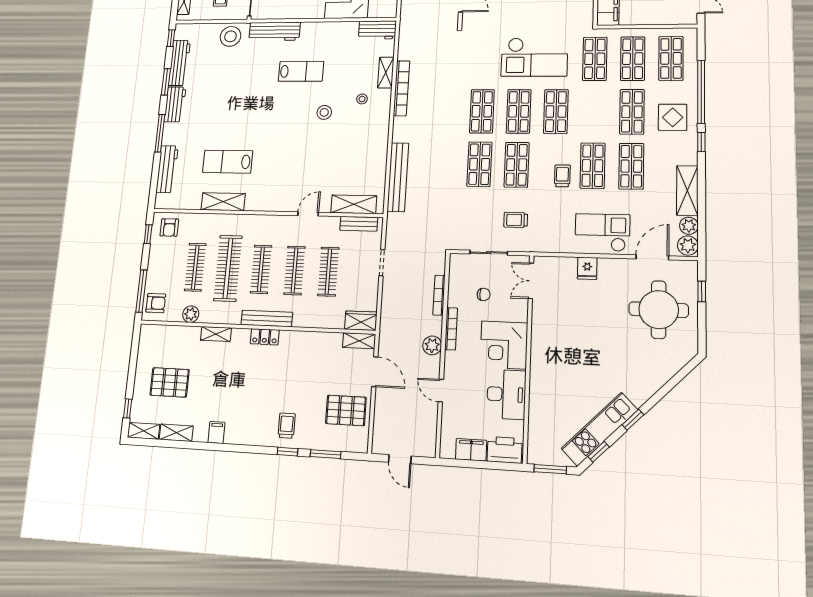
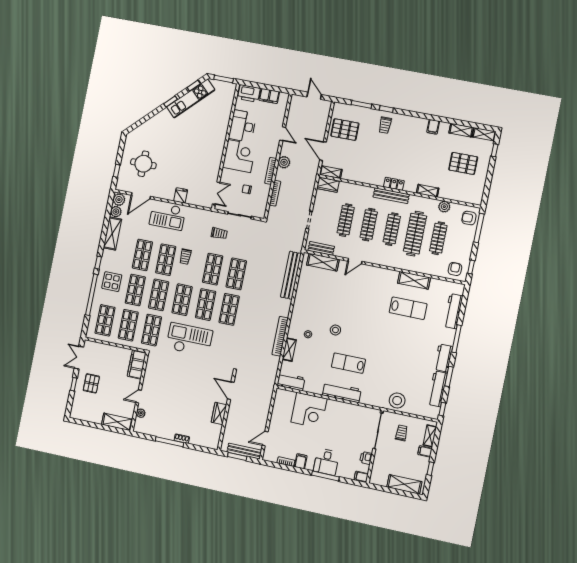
workbench: (275, 31) -> (342, 392), moved
shop shelf: (594, 112) -> (159, 295), added
round table: (659, 310) -> (143, 164), width x0.73, depth x0.73

